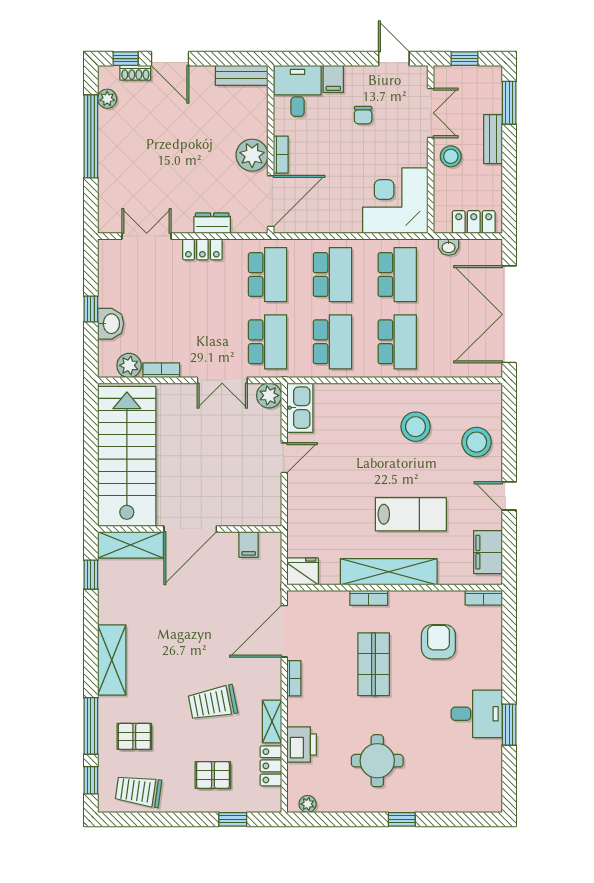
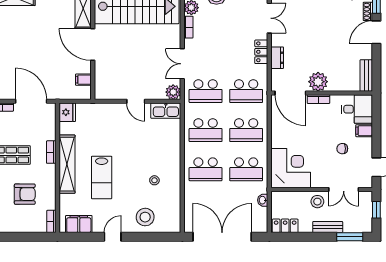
locker: (474, 222) -> (285, 226), moved, turned -90
stool: (416, 427) -> (154, 180), width x0.53, depth x0.53

